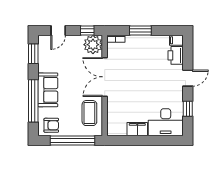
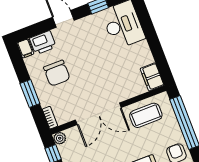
plant: (93, 45) -> (60, 138), width x0.53, depth x0.53
chair: (148, 57) -> (57, 73), added
filing cabinet: (137, 129) -> (152, 77), moved

